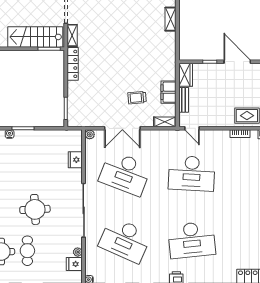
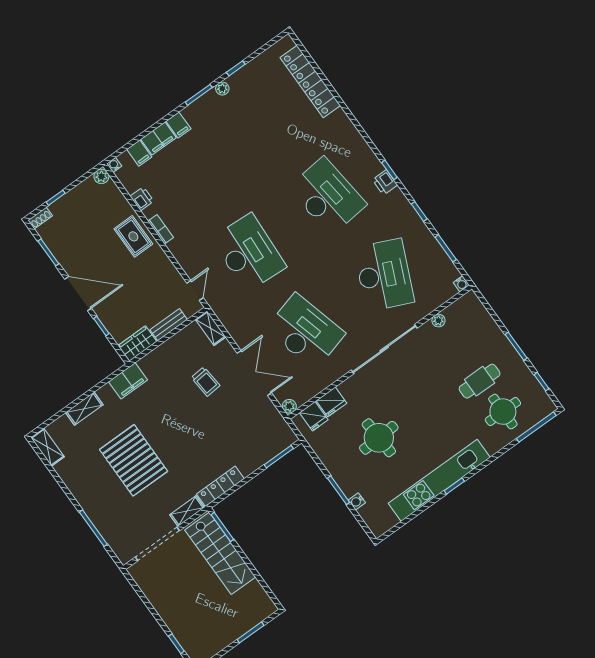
pallet: (122, 26) -> (134, 460), added
door: (237, 62) -> (78, 294), swing flipped
filing cabinet: (168, 92) -> (128, 381), moved
desk: (125, 173) -> (305, 331), turned -36
round table: (35, 209) -> (379, 438), moved
fridge: (74, 264) -> (314, 416), moved

